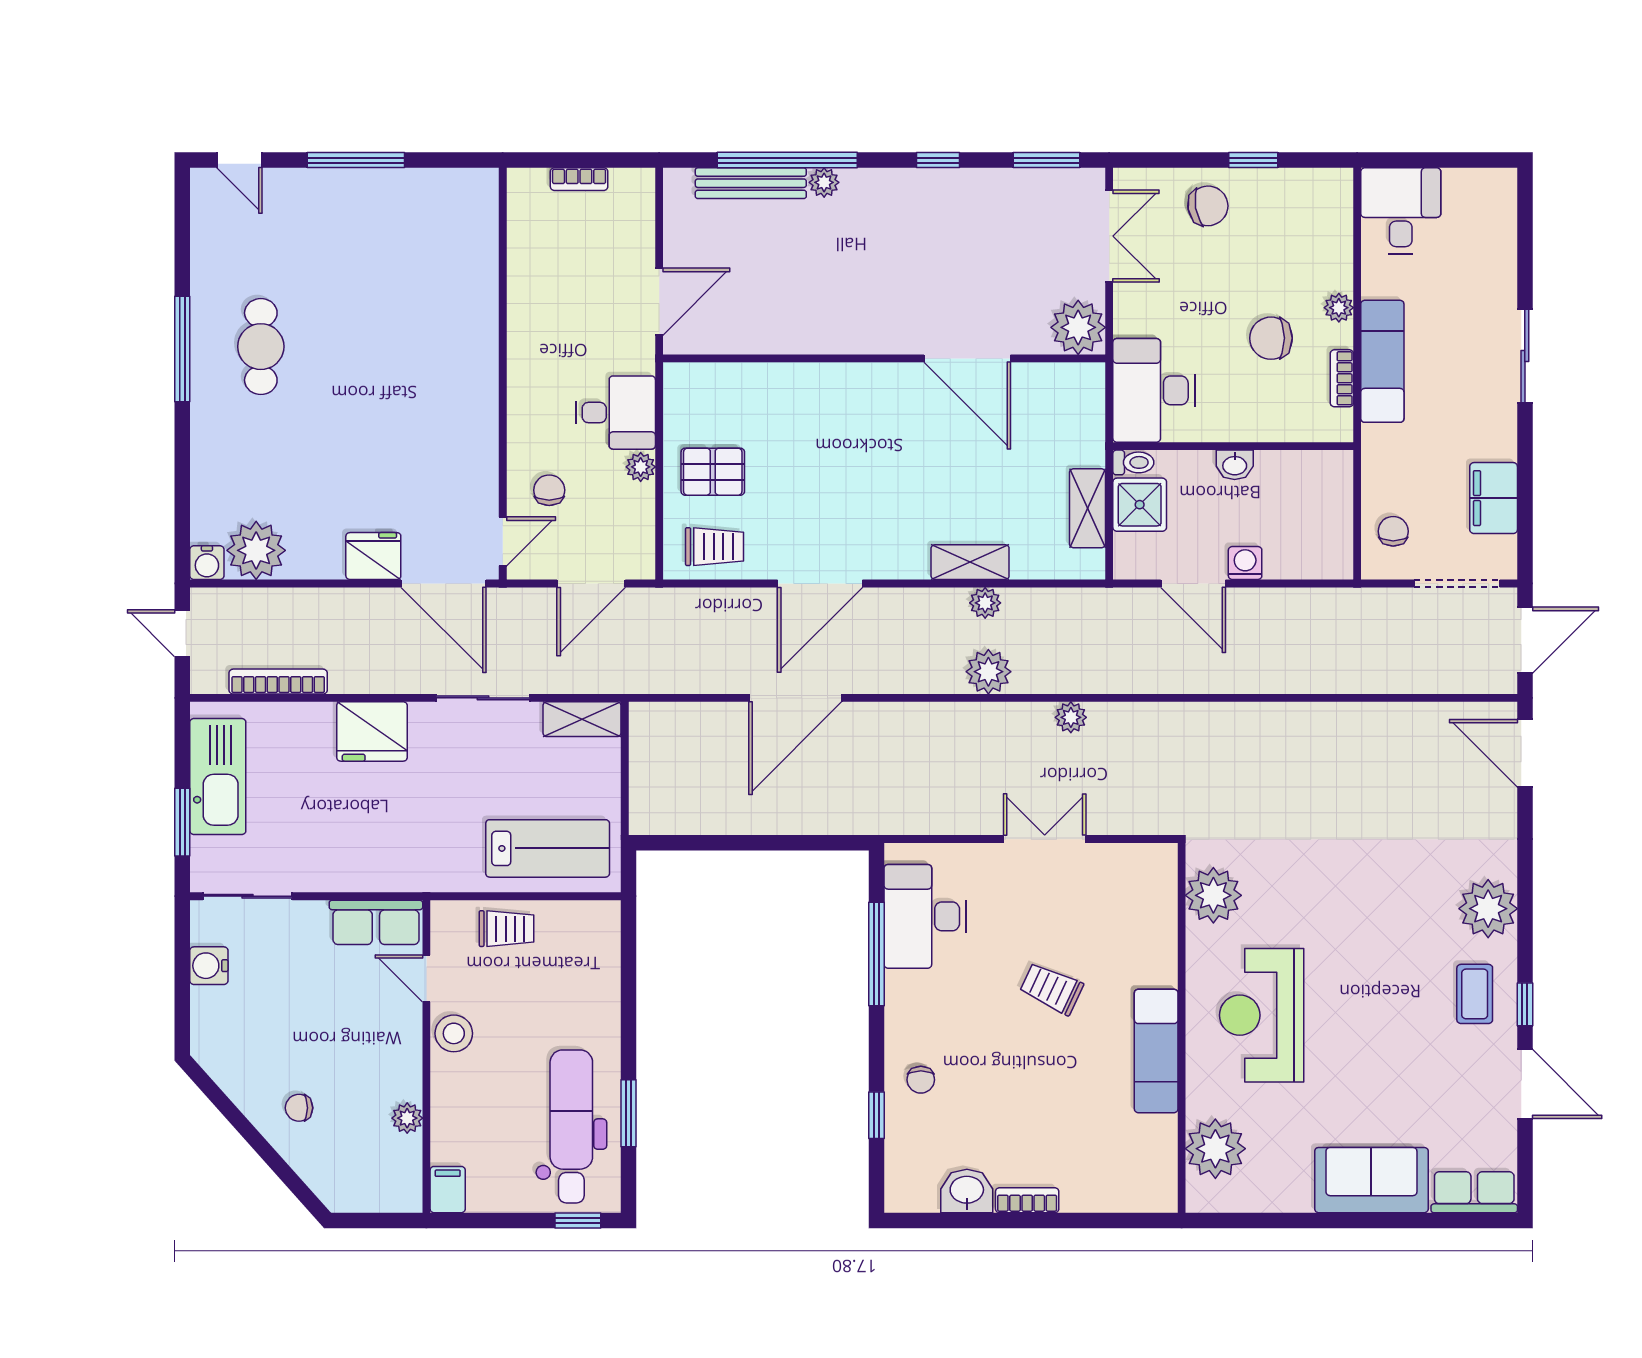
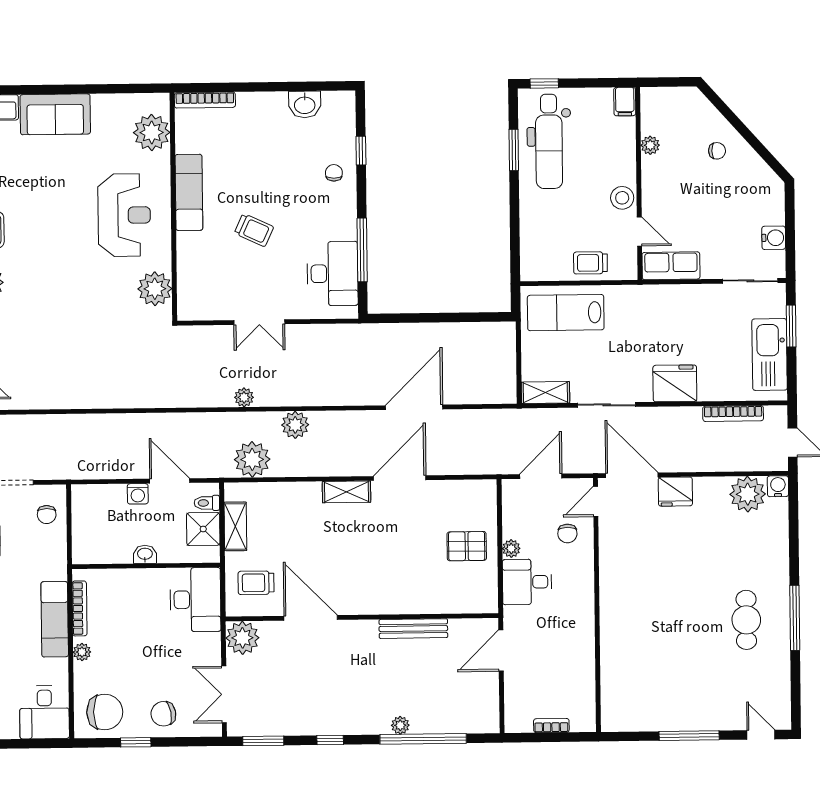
bench: (751, 183) -> (413, 629), moved
chair: (1271, 338) -> (105, 712), moved, width x1.37, depth x1.37
bookcase: (1342, 378) -> (80, 608), width x1.56
toilet: (1133, 462) -> (207, 503), moved
trolley: (715, 547) -> (256, 583), moved
shelving: (970, 562) -> (346, 492), moved
plant: (985, 603) -> (252, 459), moved, width x1.87, depth x1.87
bookcase: (1027, 1200) -> (205, 100), moved, width x1.56

